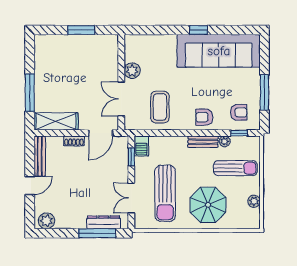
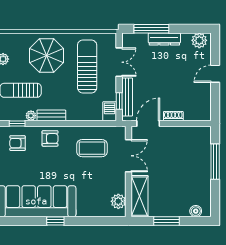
boiler: (50, 40) -> (196, 211), added
plant: (132, 71) -> (118, 201), moved
coffee table: (160, 107) -> (92, 148), turned 90
shelving: (56, 121) -> (140, 196), moved, turned 90
bench: (40, 156) -> (127, 97), moved
dresser: (104, 222) -> (164, 39), moved

